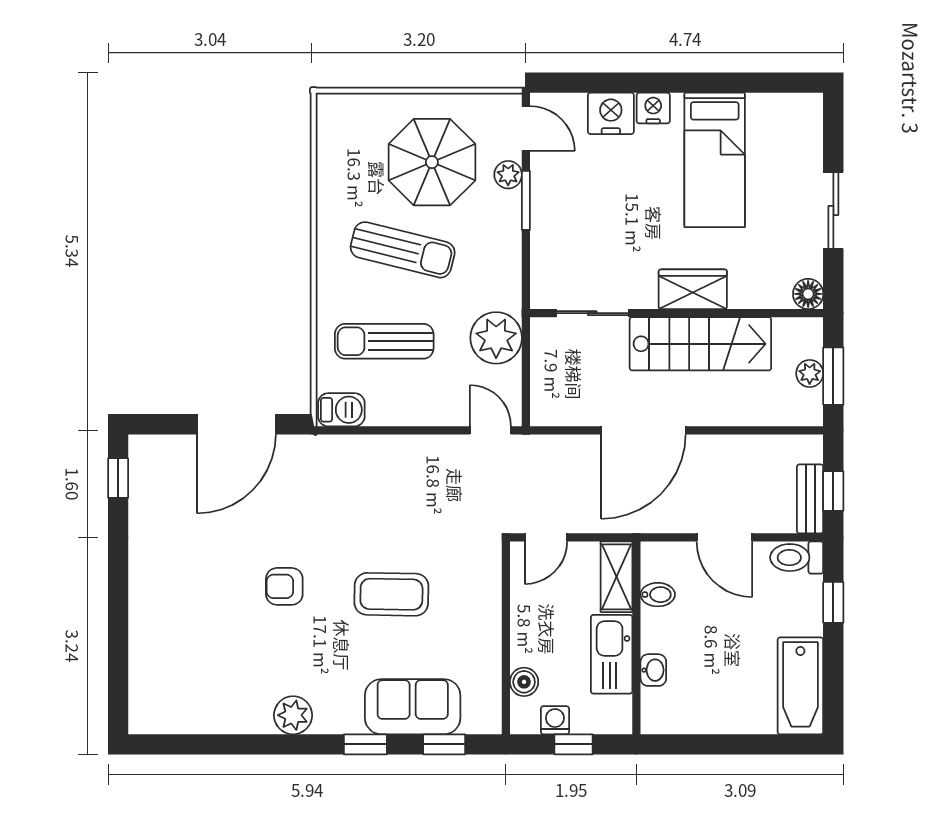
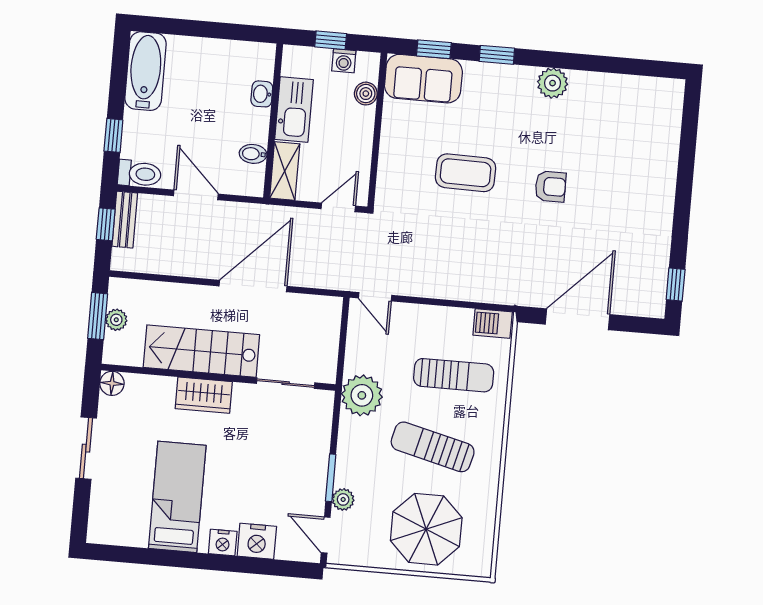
parasol: (432, 162) -> (426, 529), moved
plant: (496, 338) -> (362, 395), moved
sofa: (413, 707) -> (423, 79), moved

